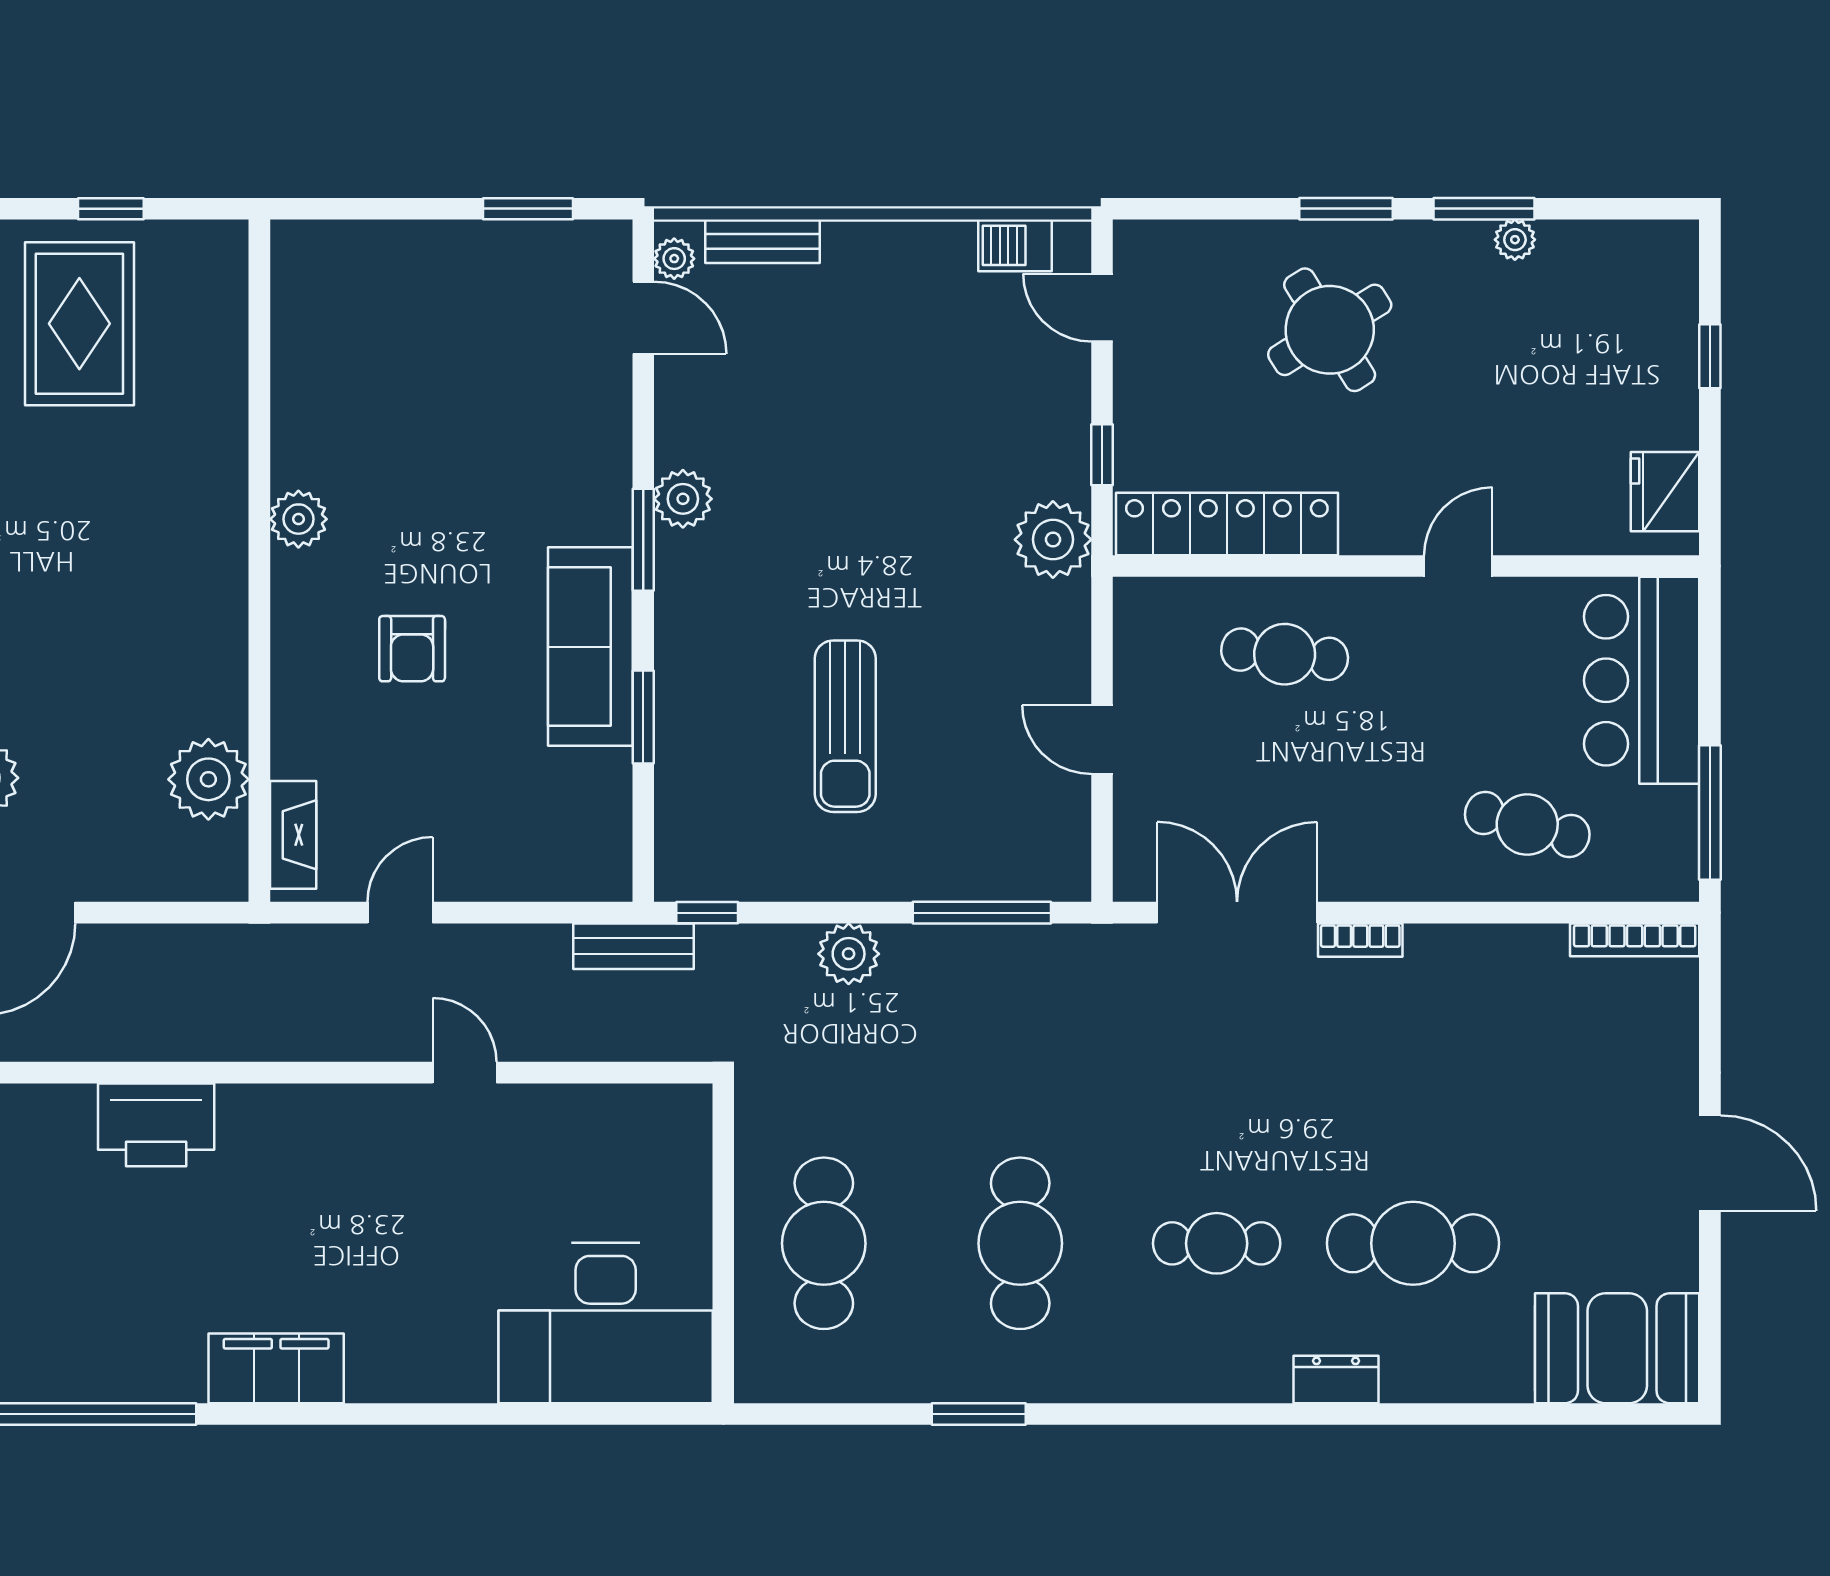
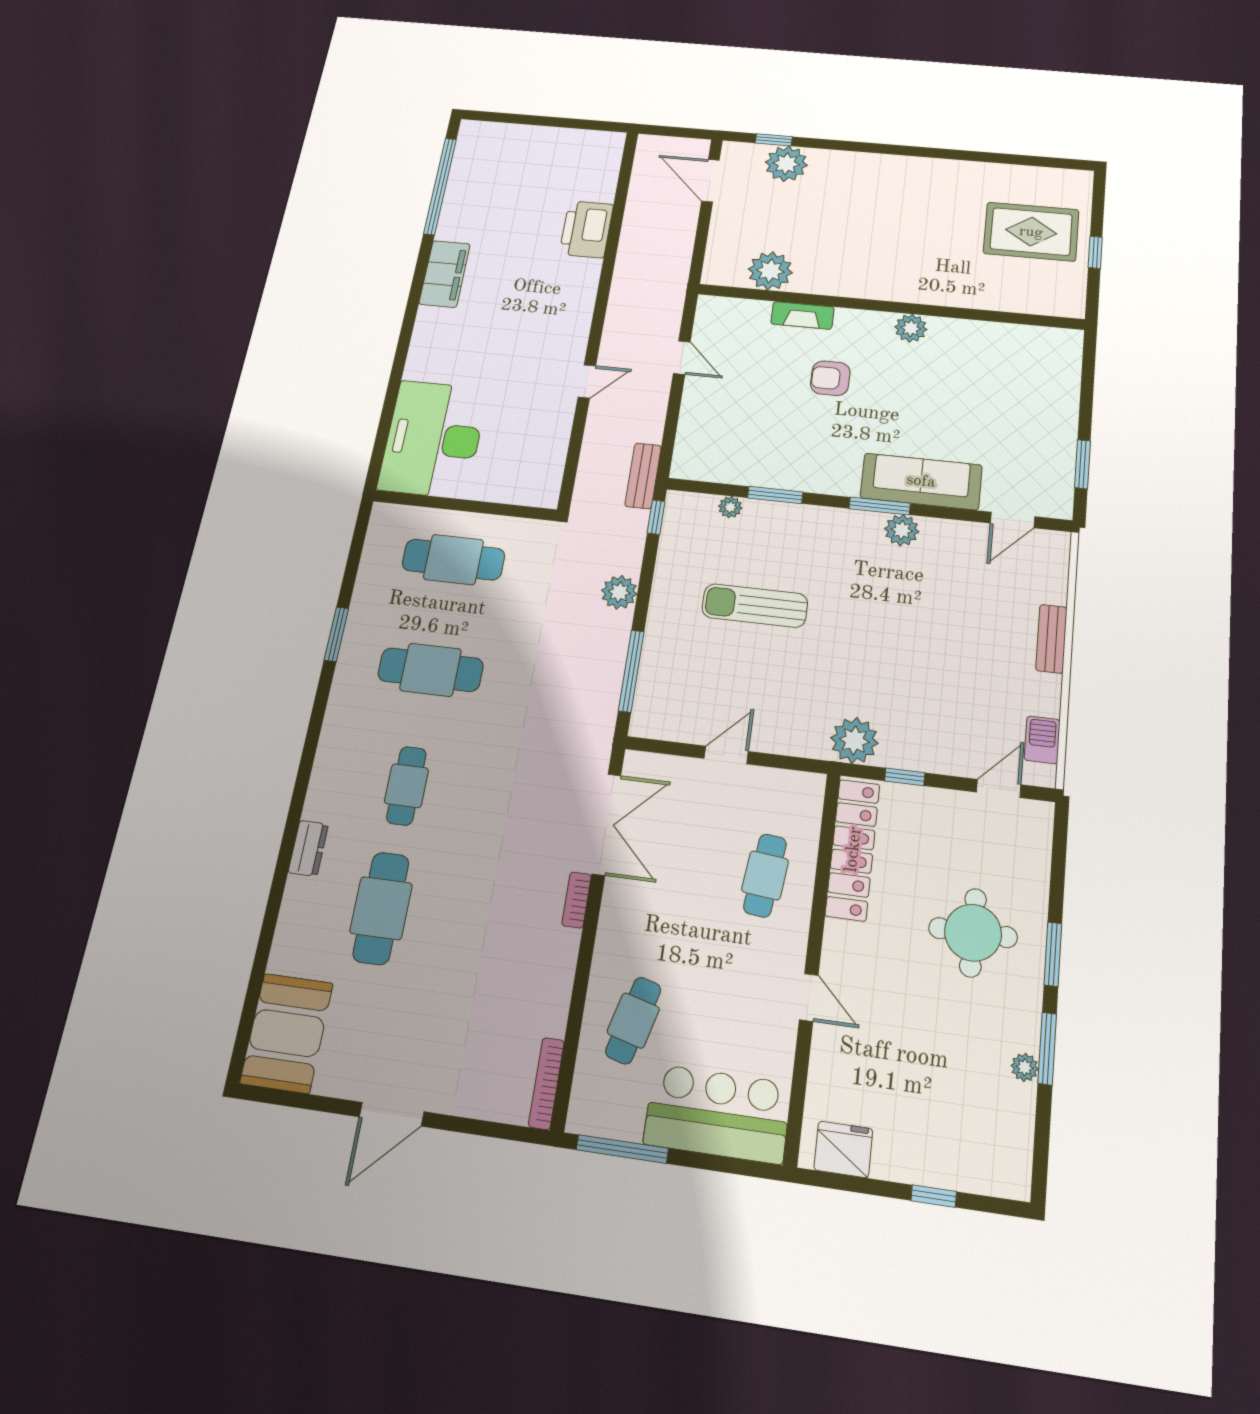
bench: (763, 241) -> (1051, 639), moved
plant: (674, 259) -> (730, 507), moved
round table: (1330, 330) -> (973, 933), turned 32
sofa: (590, 647) -> (921, 481), moved
fireplace: (293, 835) -> (802, 315), moved

